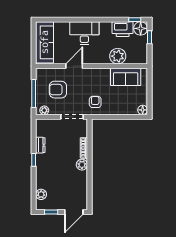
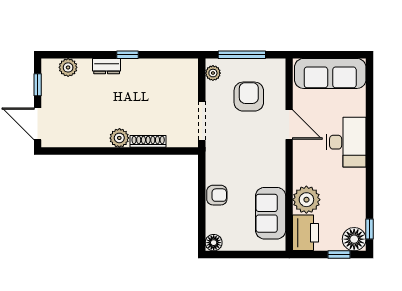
printer: (123, 29) -> (306, 233), moved, turned 180
armchair: (95, 102) -> (217, 195), moved
dresser: (40, 145) -> (107, 66), moved

